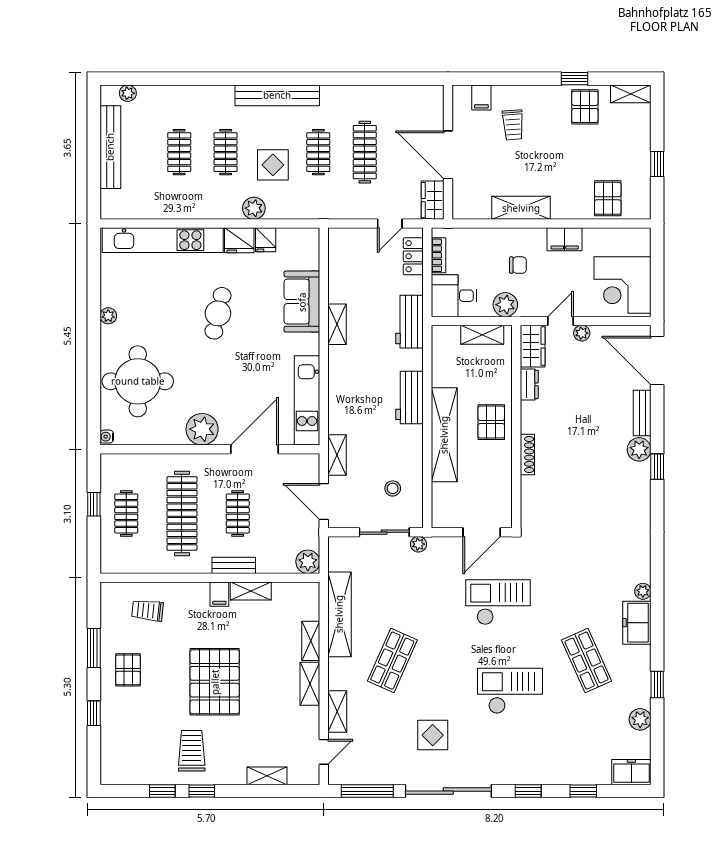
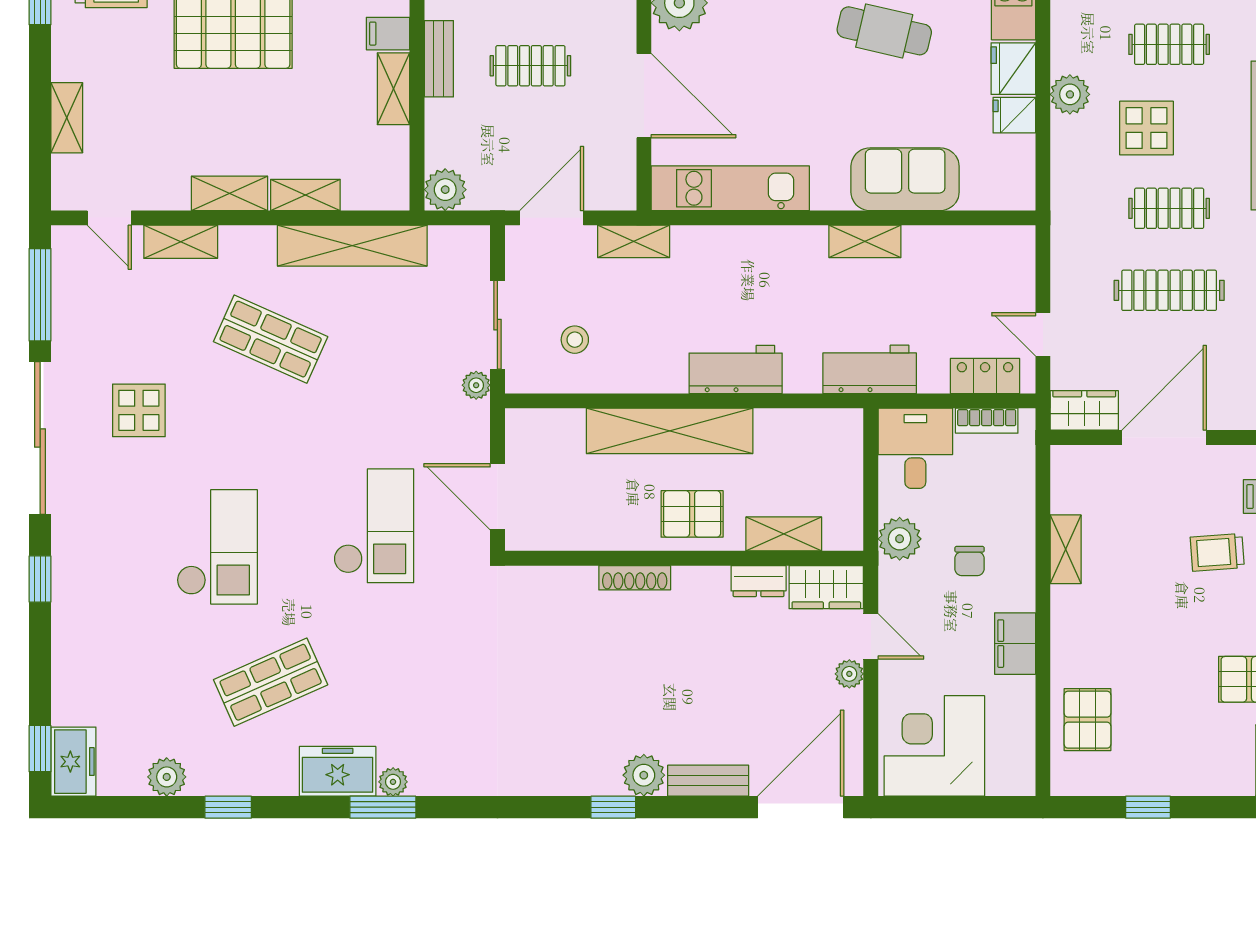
pallet: (608, 198) -> (1087, 720), turned 90
shelving: (521, 208) -> (1066, 549), width x0.67, depth x0.75
shelving: (482, 335) -> (784, 534), moved, turned 90
window: (657, 597) -> (383, 807), added
window: (583, 791) -> (40, 749), moved

